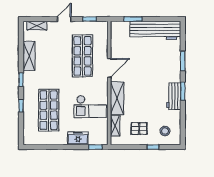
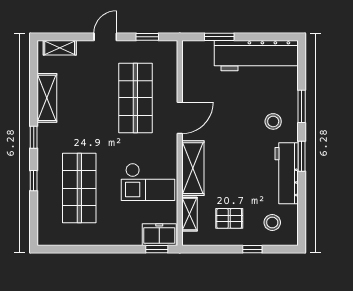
stool: (166, 70) -> (273, 121), added
workbench: (174, 96) -> (287, 173), width x1.38
freezer: (78, 138) -> (159, 235), moved

